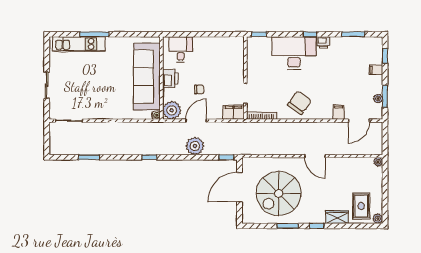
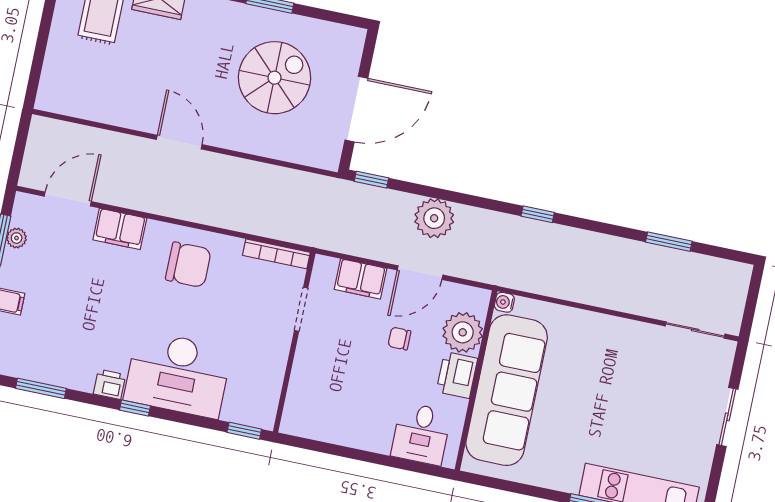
chair: (299, 103) -> (188, 265), turned -126
plant: (172, 110) -> (463, 332), moved
filing cabinet: (234, 112) -> (361, 279), moved
filing cabinet: (339, 112) -> (120, 229), width x2.00
plant: (378, 162) -> (45, 101), removed
spiral stairs: (279, 193) -> (274, 78), width x0.73, depth x0.73

